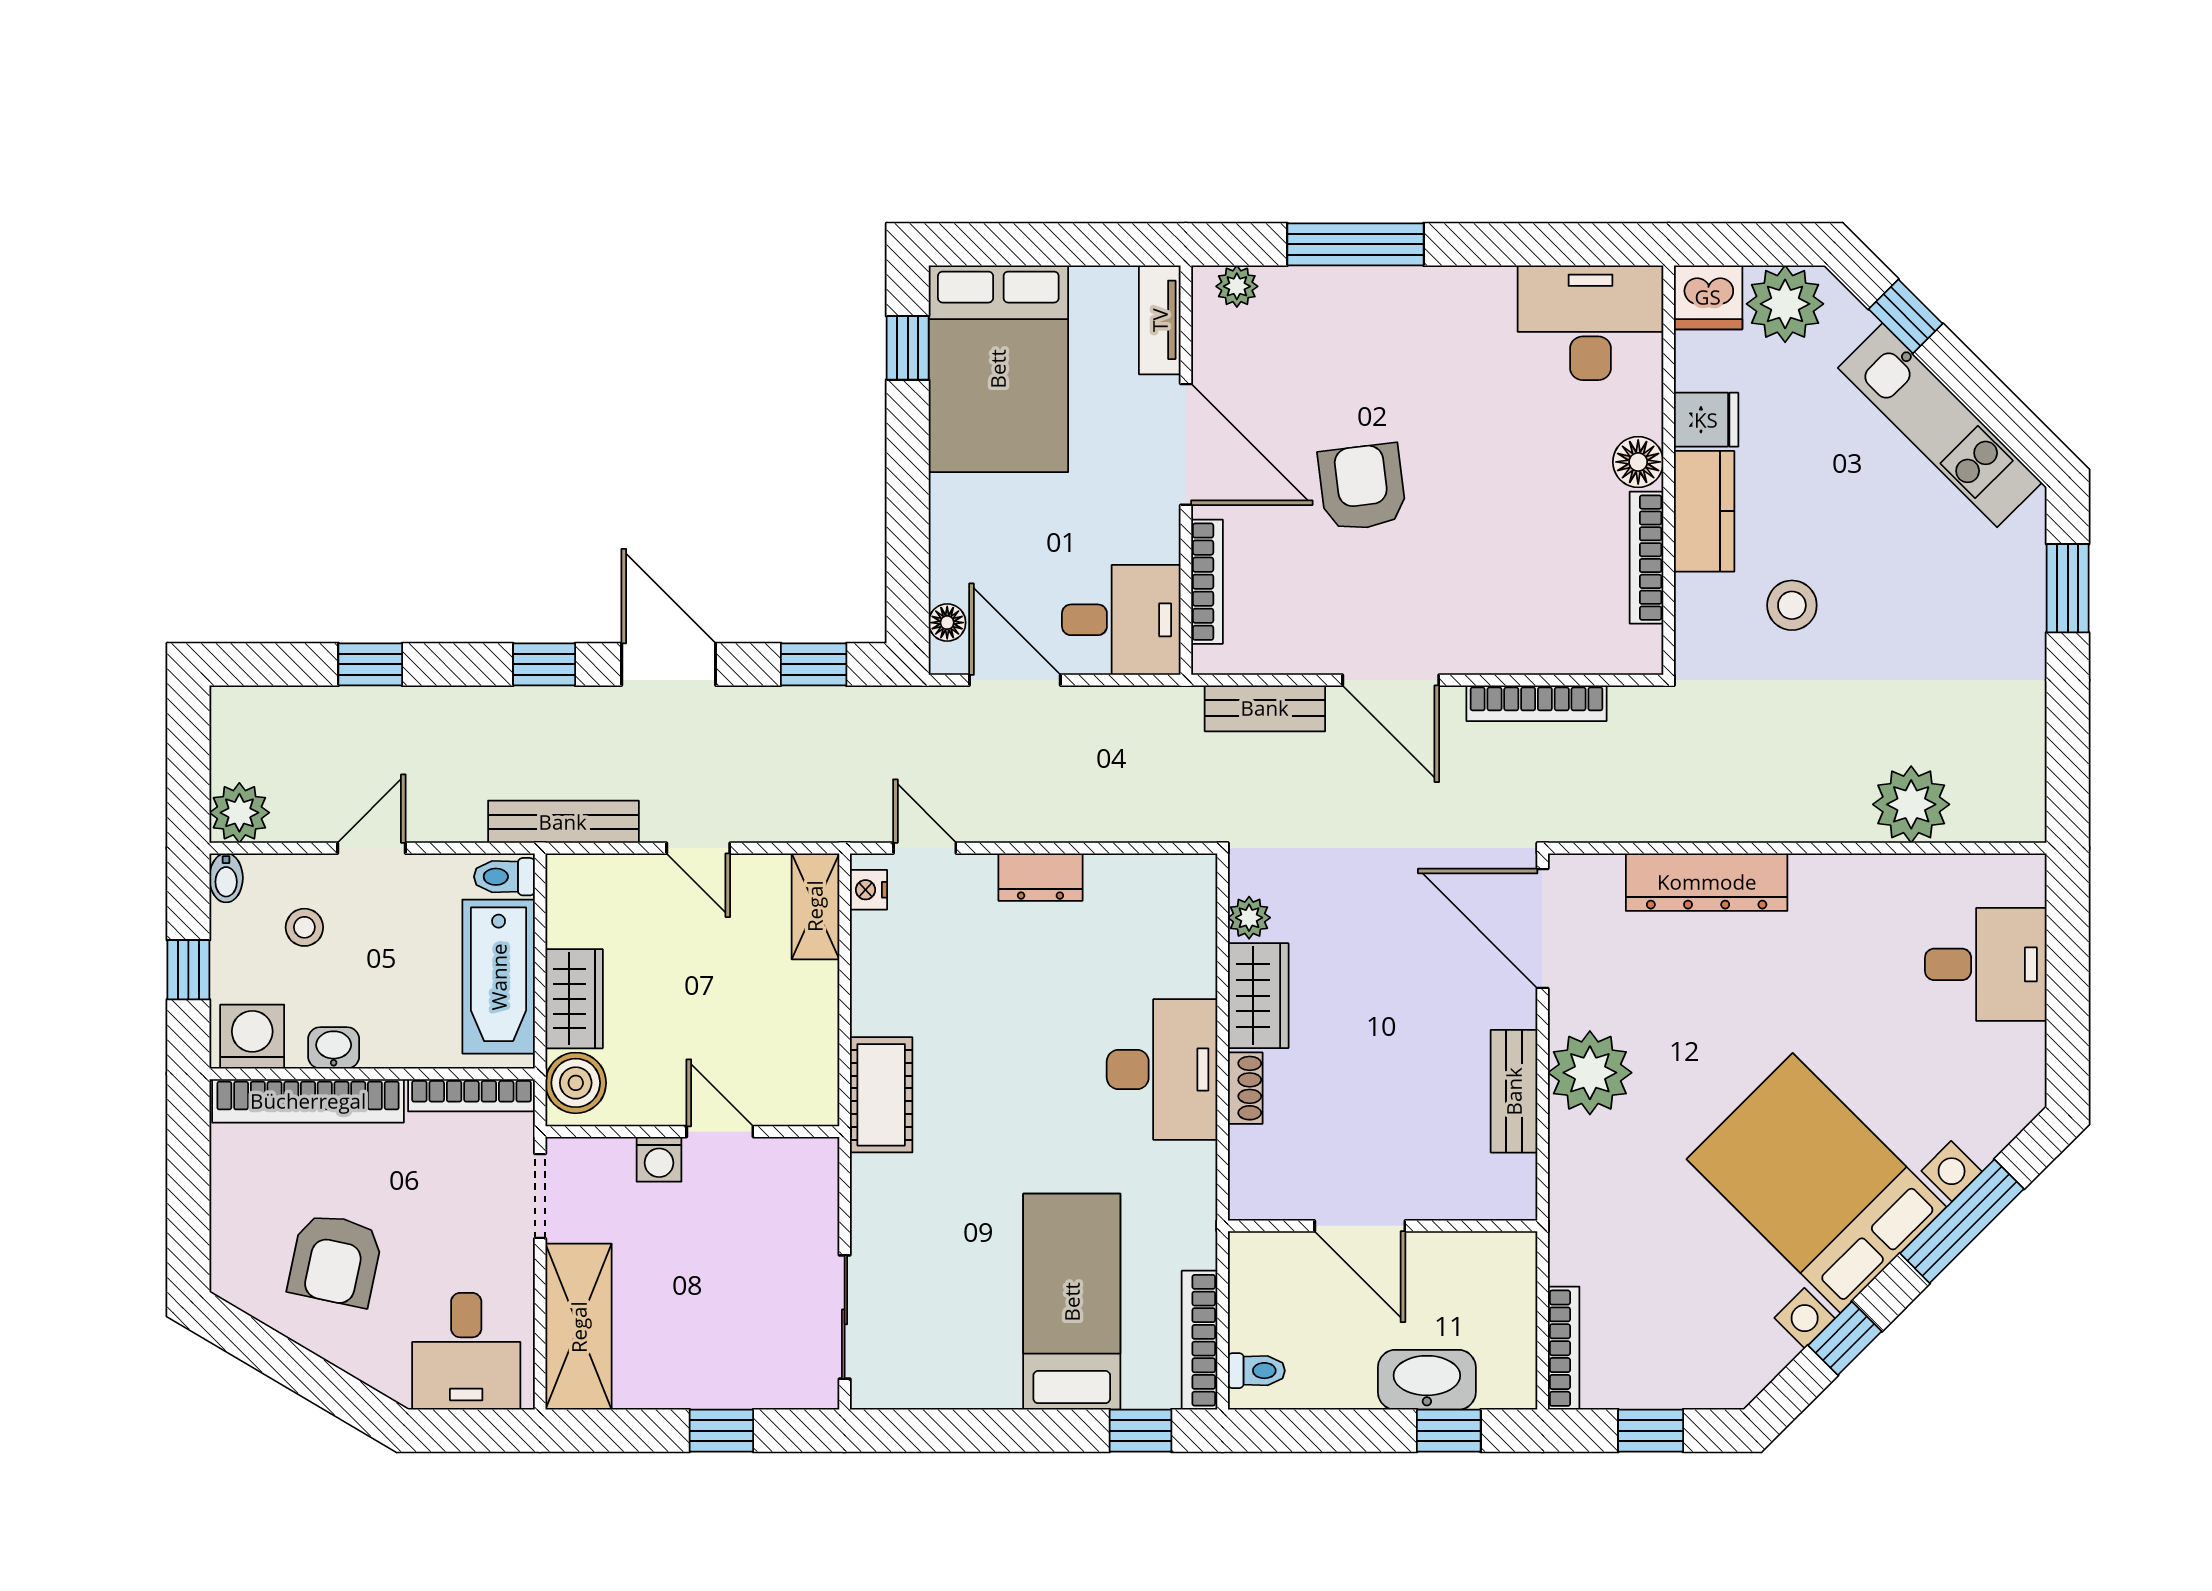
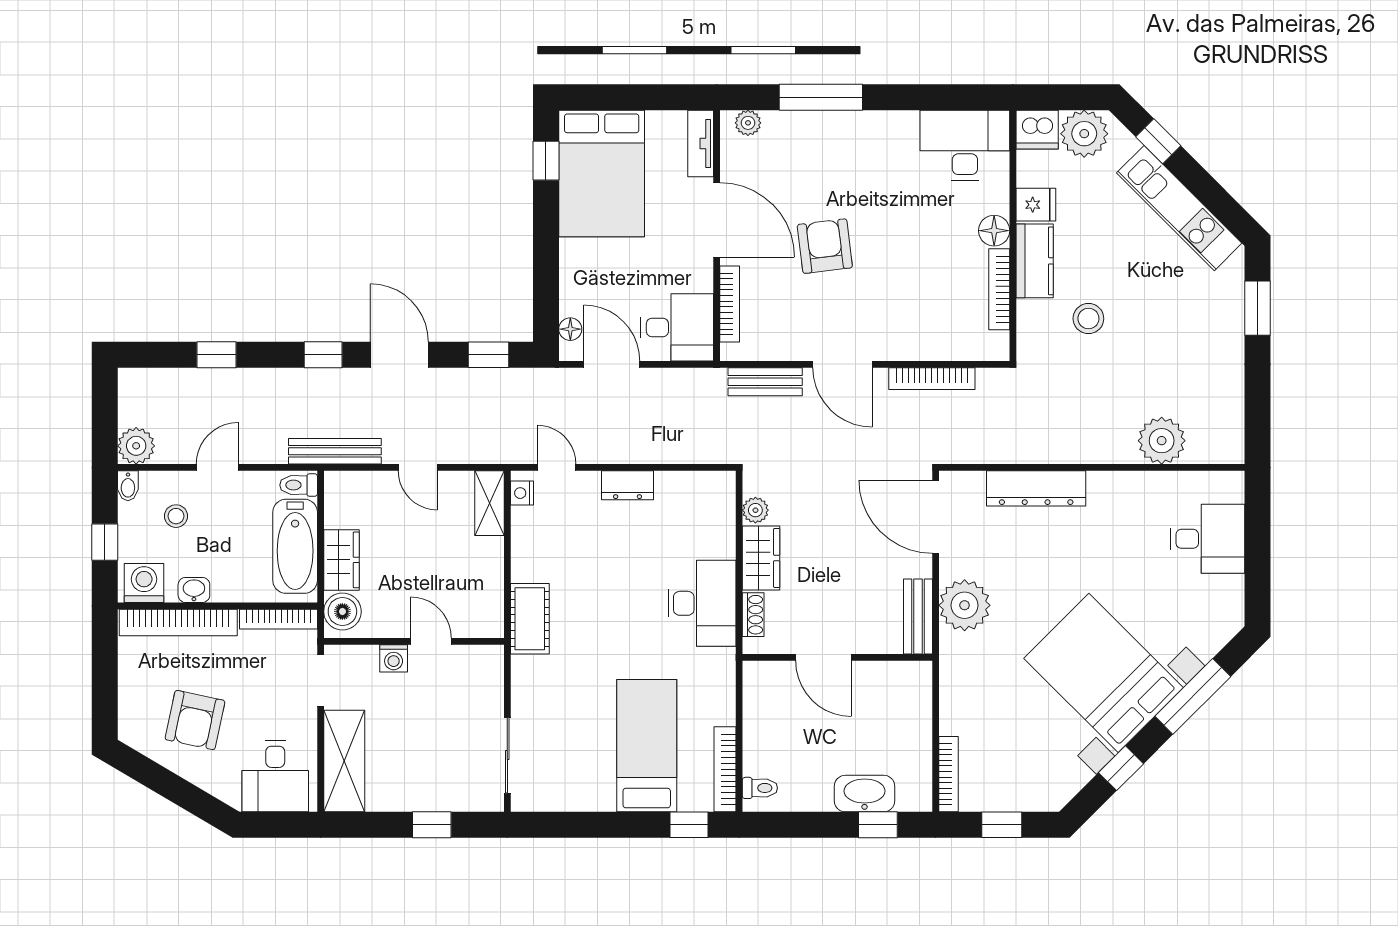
door: (1360, 1226) -> (823, 657), moved
wall: (1383, 1226) -> (837, 657), moved

